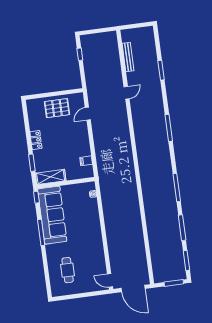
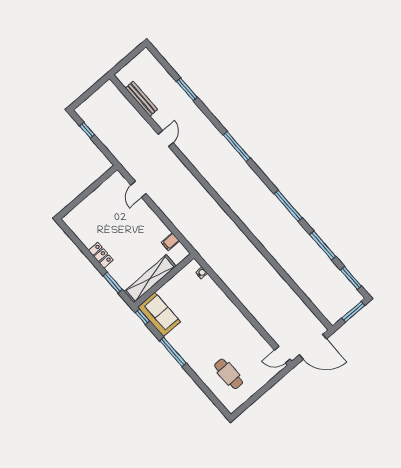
pallet: (57, 108) -> (101, 205), removed
shelving: (51, 177) -> (150, 279), width x1.47
sofa: (52, 215) -> (159, 314), width x0.54, depth x0.79

